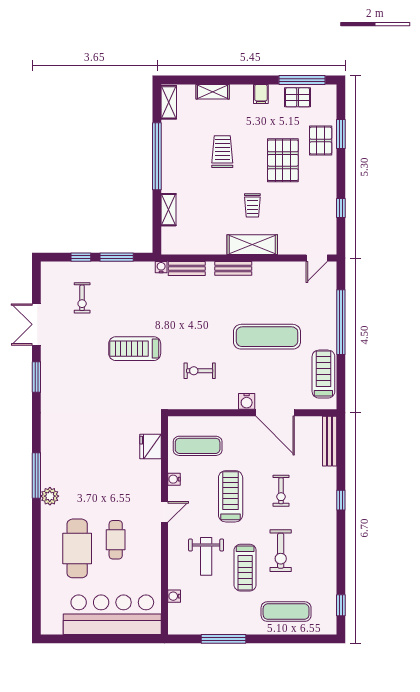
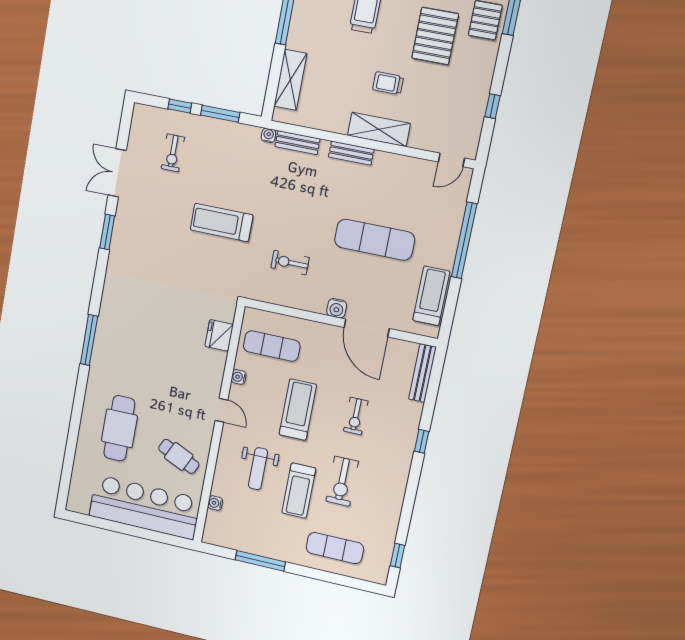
trolley: (252, 205) -> (388, 83), turned 90
shelving: (168, 210) -> (290, 80), width x1.50, depth x1.33
plant: (50, 496) -> (100, 366), removed
door: (165, 512) -> (221, 410), hinge flipped
cafe table: (116, 540) -> (179, 456), moved, turned -65

